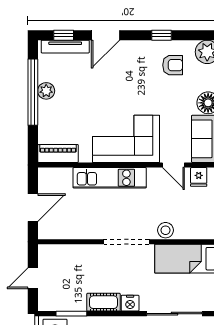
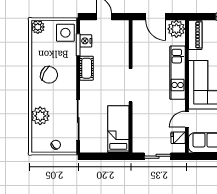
plant: (50, 179) -> (176, 29), added
stool: (166, 230) -> (139, 114), removed
nightstand: (130, 303) -> (86, 41), moved

